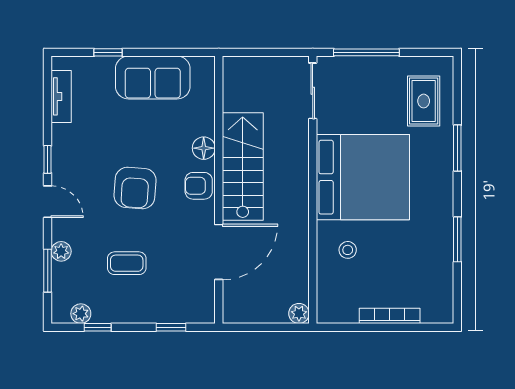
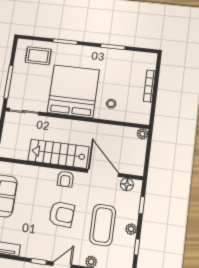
floor lamp: (204, 148) -> (127, 184), moved
coffee table: (127, 263) -> (103, 225), width x1.86, depth x1.72
plant: (81, 314) -> (131, 229), moved

